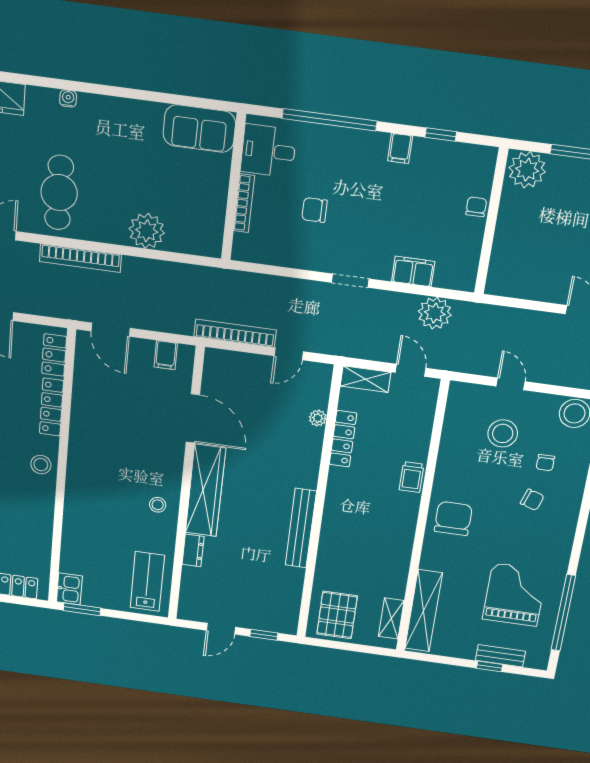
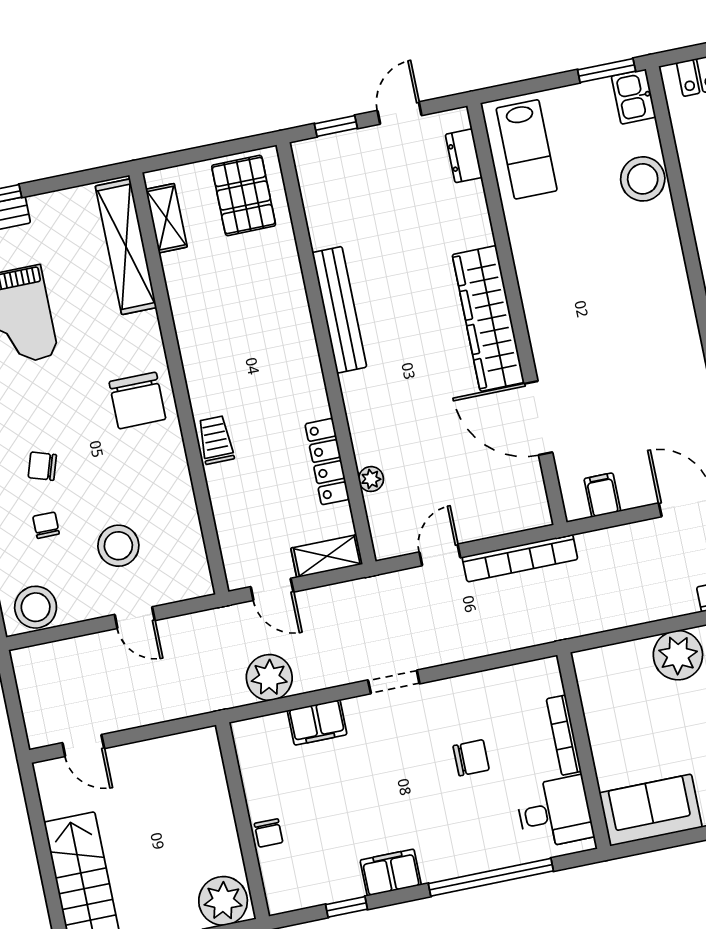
filing cabinet: (400, 148) -> (391, 872), width x2.00
stool: (158, 505) -> (643, 179), moved, width x1.89, depth x1.89
dresser: (193, 550) -> (464, 156), moved

